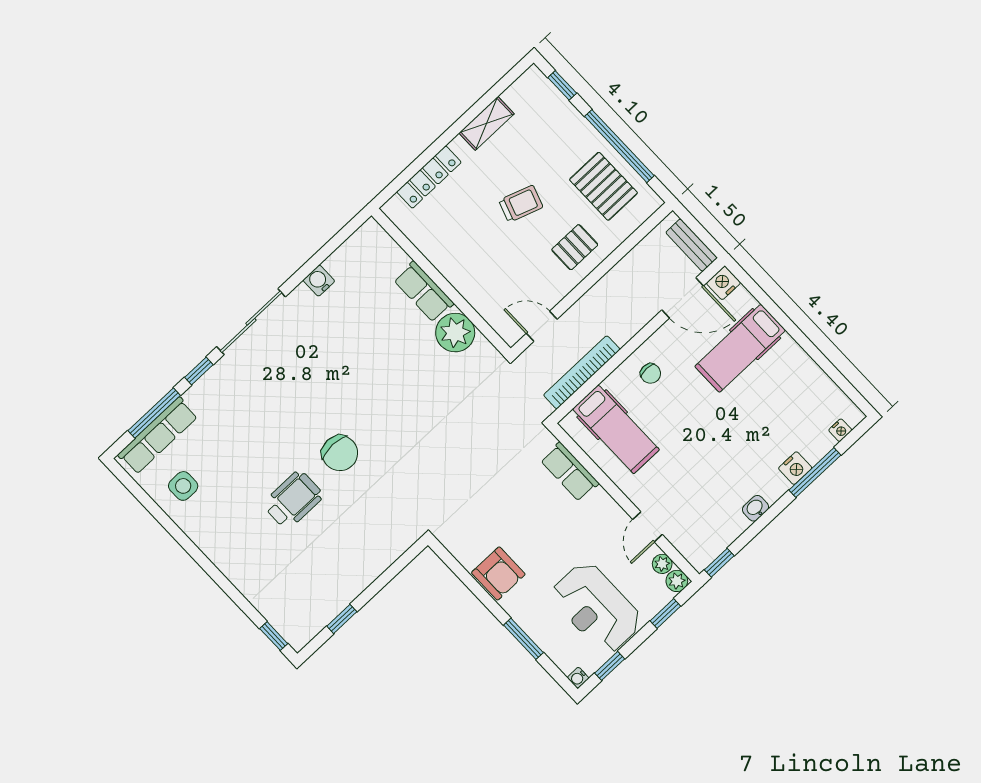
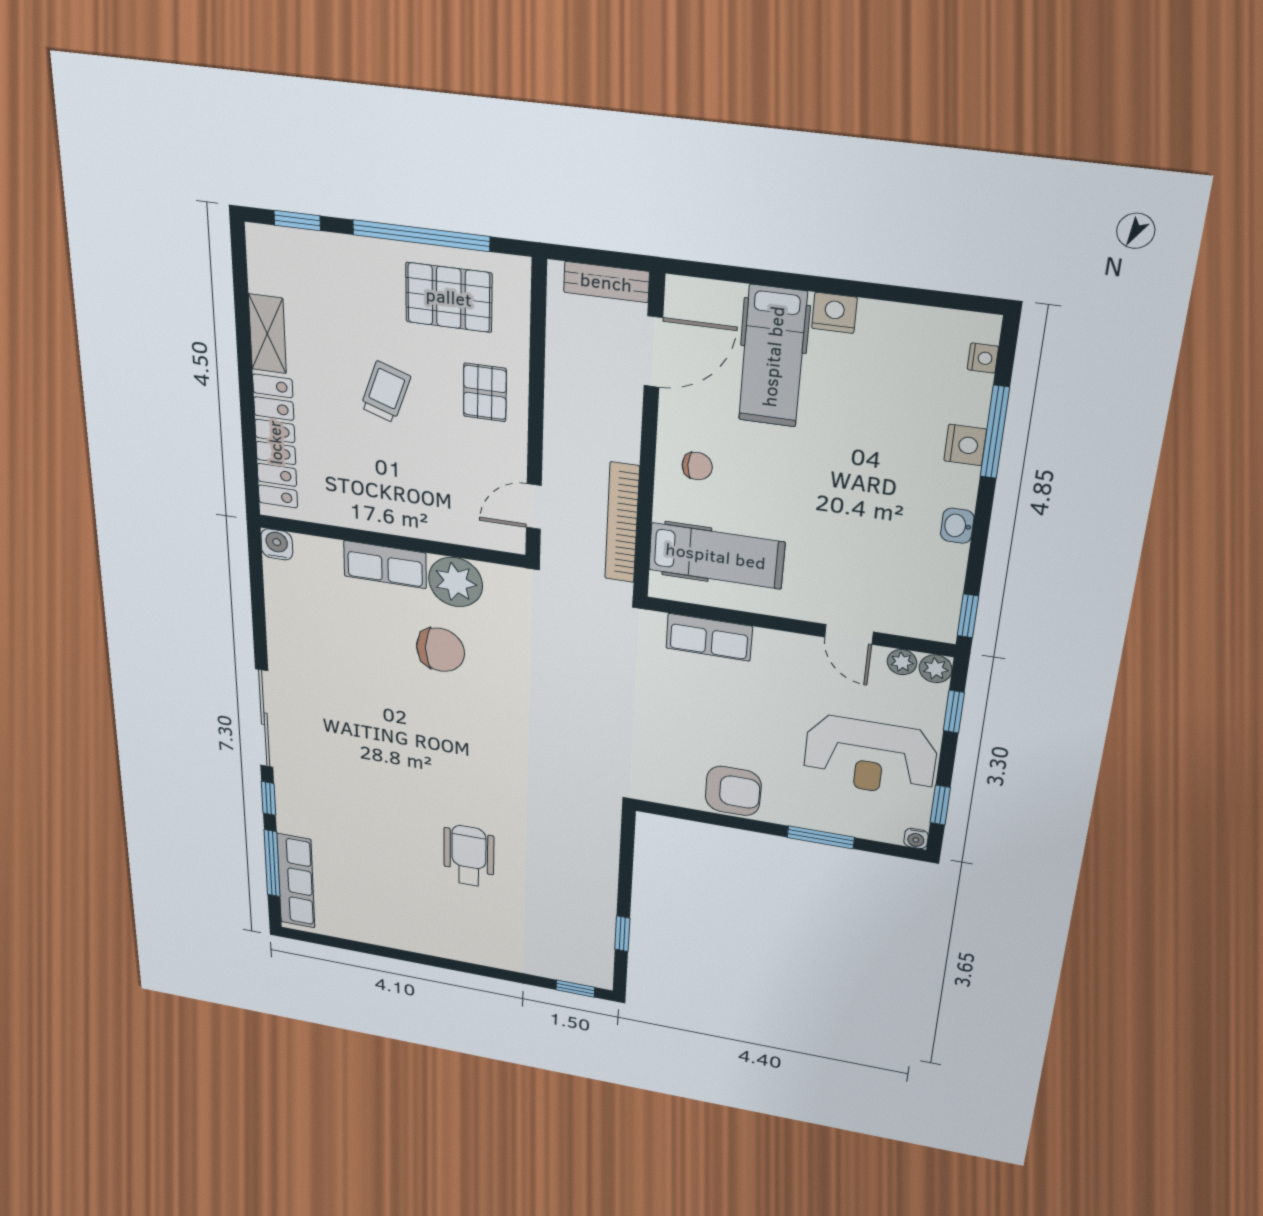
locker: (429, 177) -> (275, 442), width x1.41, depth x1.21
water cooler: (319, 281) -> (277, 544), moved, turned 90
nightstand: (723, 283) -> (834, 313), moved, turned 90
chair: (340, 453) -> (440, 650), moved
side table: (183, 486) -> (362, 910), removed

